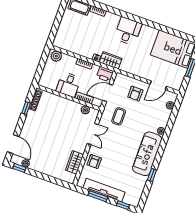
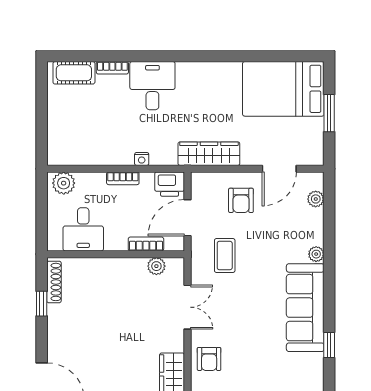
desk: (128, 31) -> (152, 86), moved
wardrobe: (111, 60) -> (209, 154), moved, width x1.50
desk: (68, 85) -> (83, 229), moved

